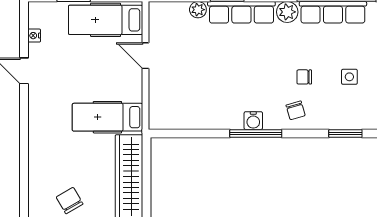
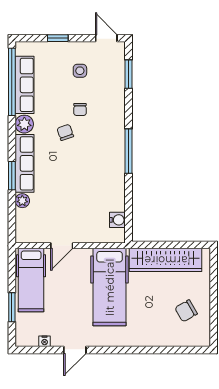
chair: (296, 110) -> (65, 132), moved, turned -93
hospital bed: (107, 117) -> (110, 287), width x1.37, depth x1.29
water cooler: (253, 121) -> (117, 220), moved

